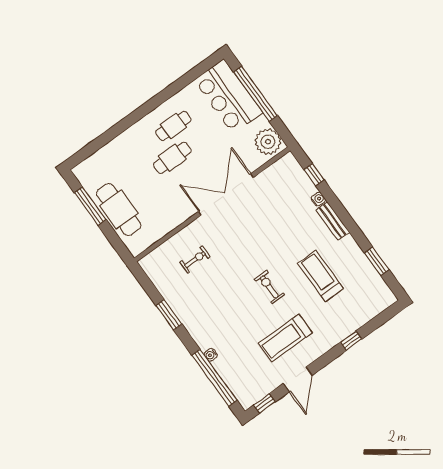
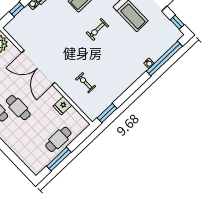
cafe table: (119, 209) -> (58, 139), width x0.73, depth x0.74
fridge: (167, 222) -> (62, 106), added
window: (169, 315) -> (107, 113), moved

